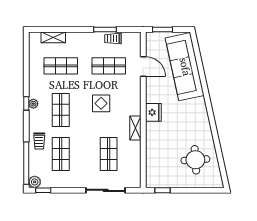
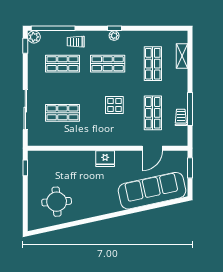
window: (105, 30) -> (190, 109), width x1.44
shelving: (135, 128) -> (89, 140), removed

